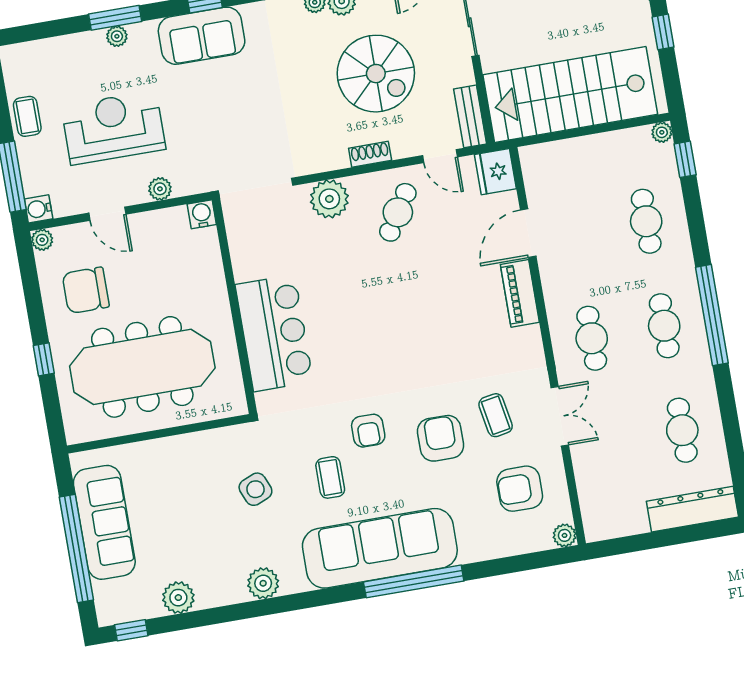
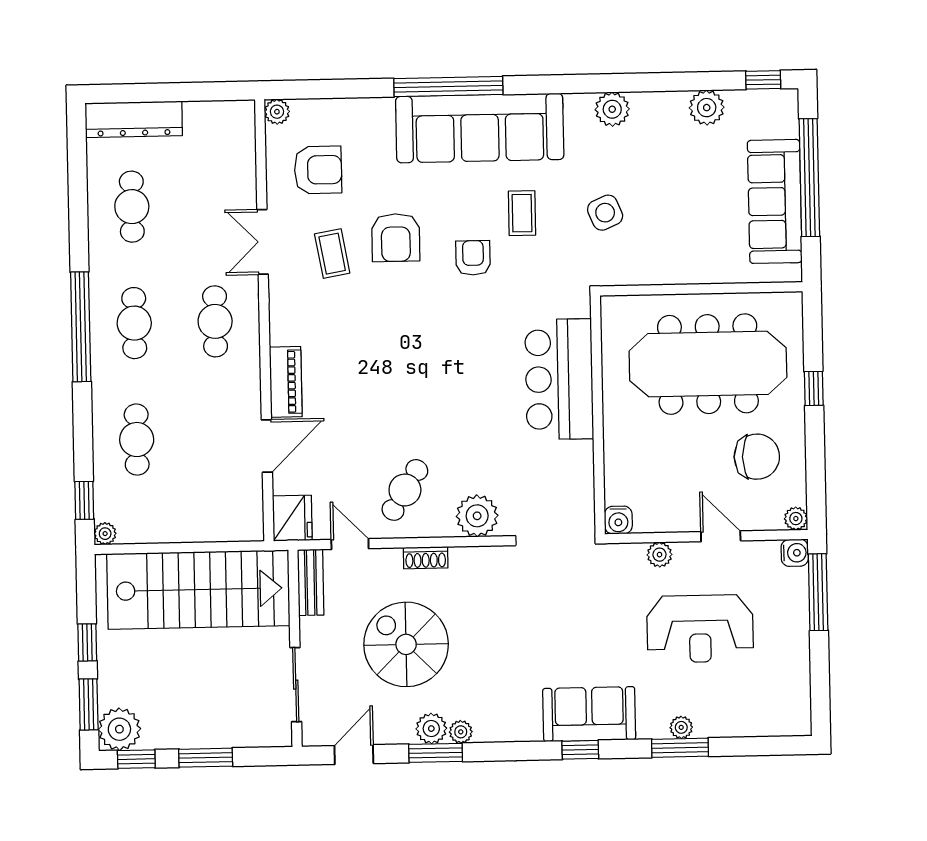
coffee table: (27, 116) -> (792, 655), removed

